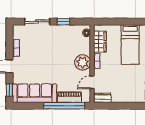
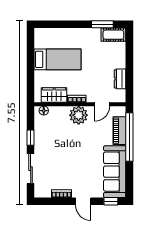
door: (92, 82) -> (102, 104), hinge flipped
dresser: (103, 98) -> (120, 79), moved

